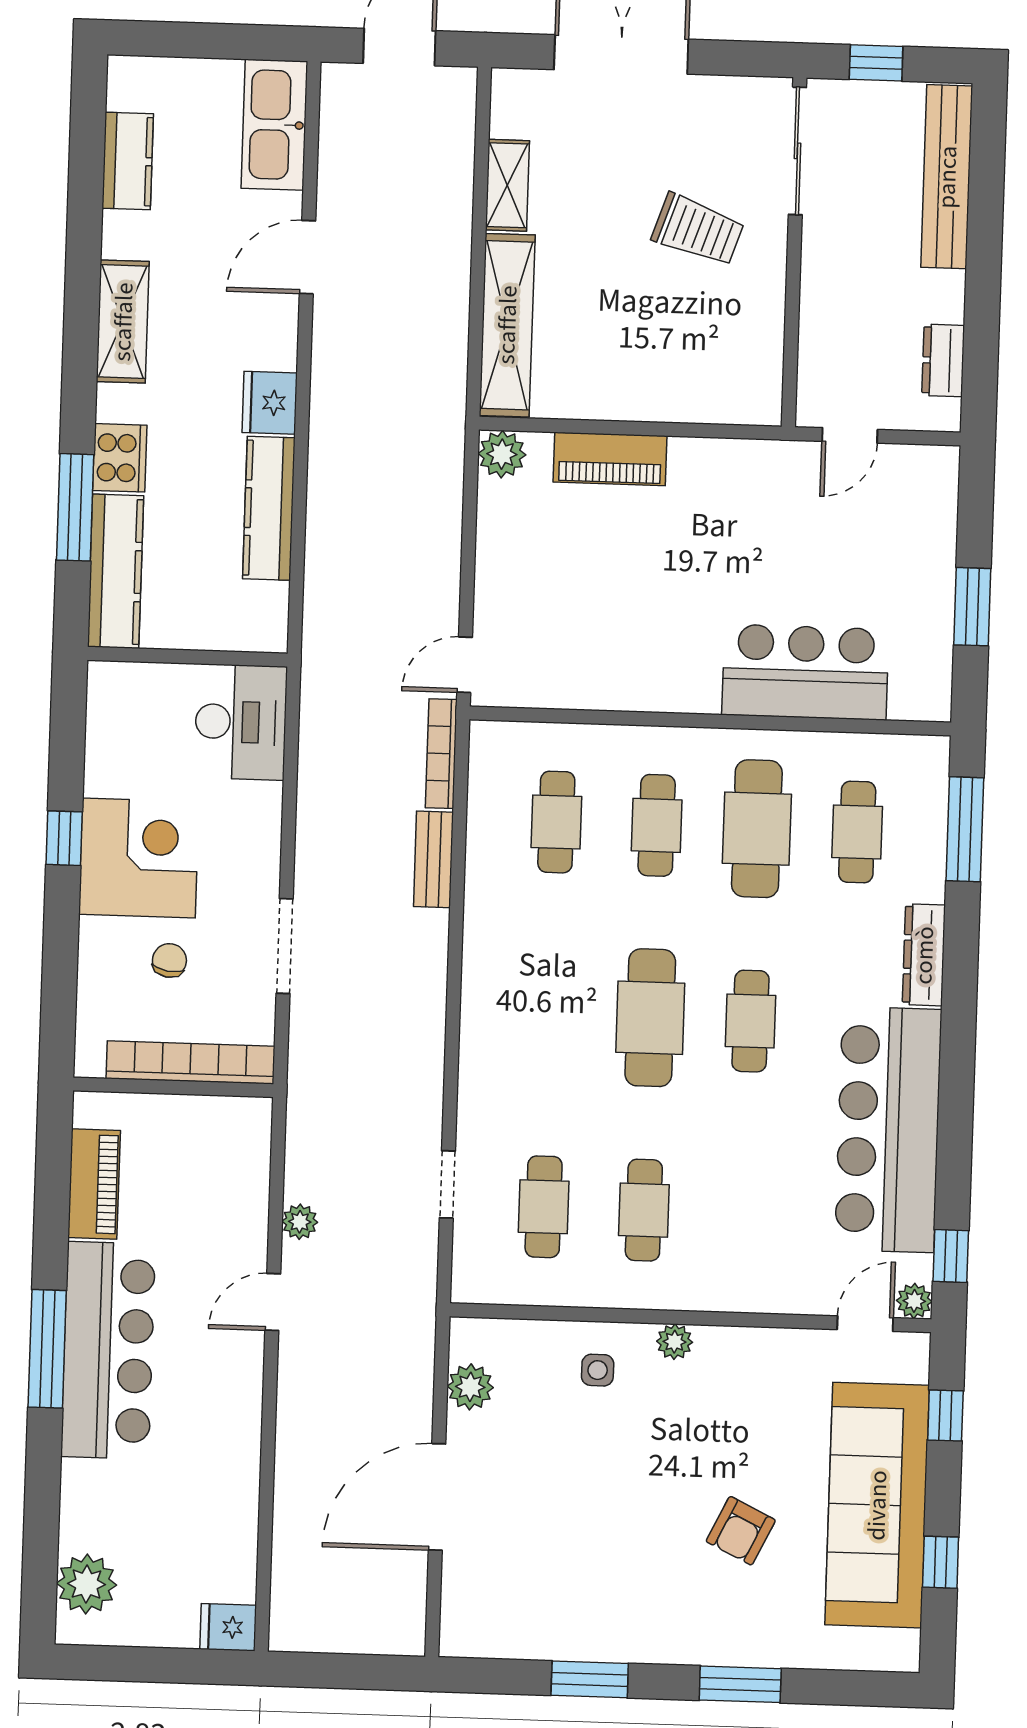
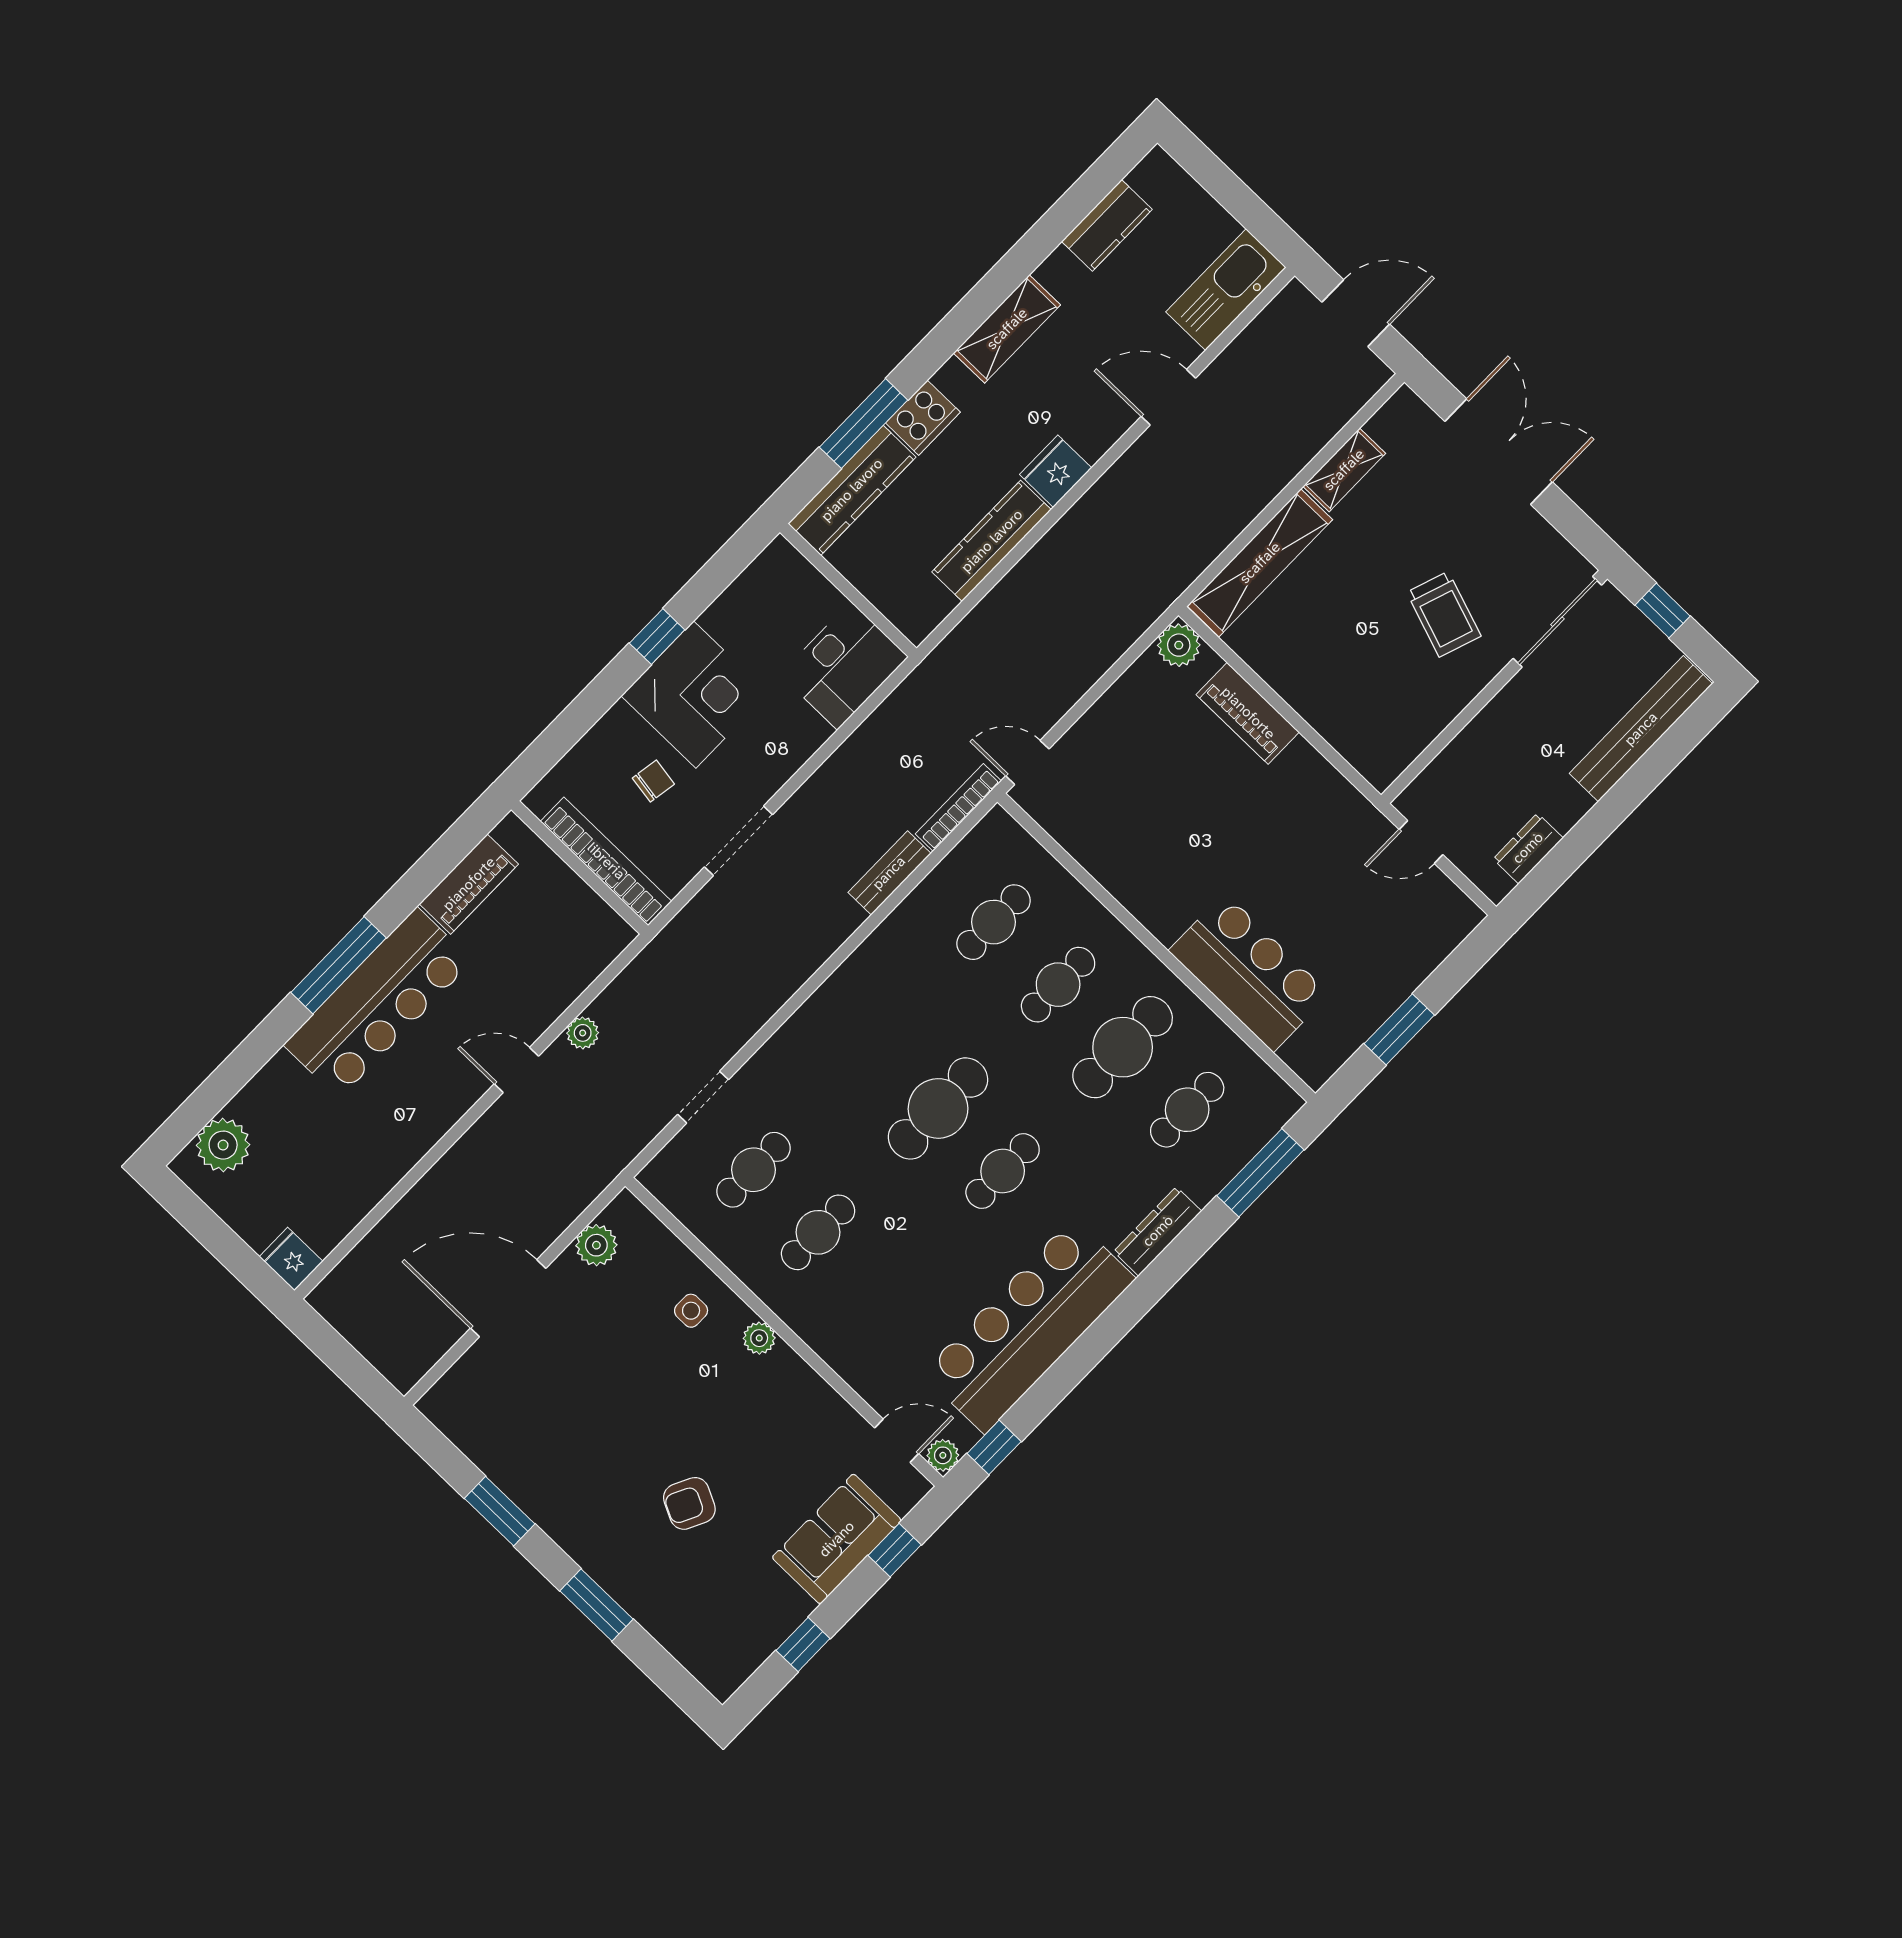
sofa: (877, 1505) -> (837, 1539), width x0.54, depth x0.79

